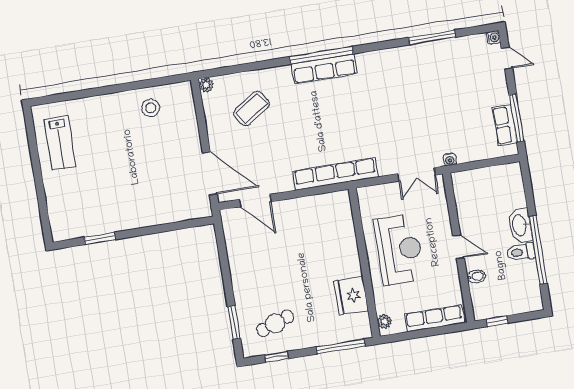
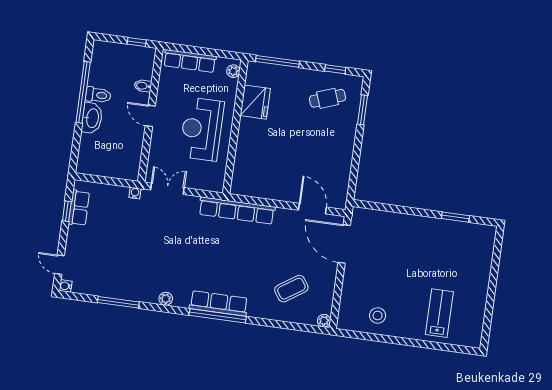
plant: (382, 57) -> (166, 299), added
window: (517, 118) -> (67, 211), width x0.46
lab bench: (60, 143) -> (439, 313), moved

